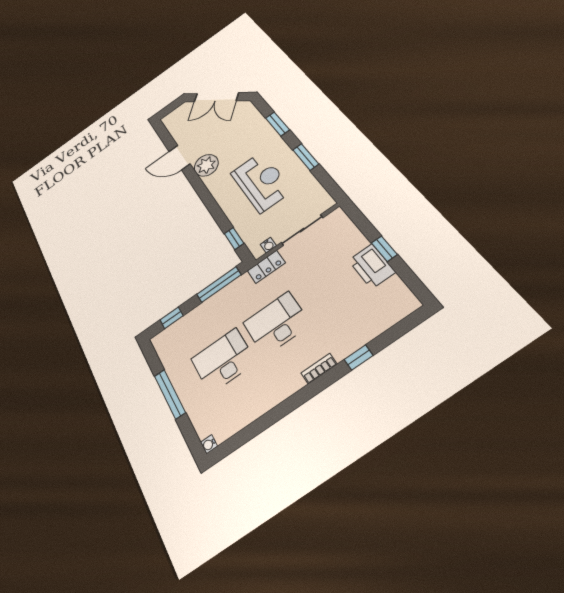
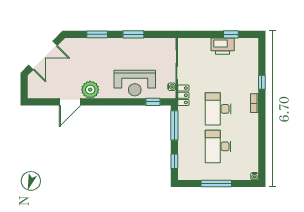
reception desk: (261, 182) -> (135, 83), moved, turned 180
window: (384, 249) -> (231, 34), moved

